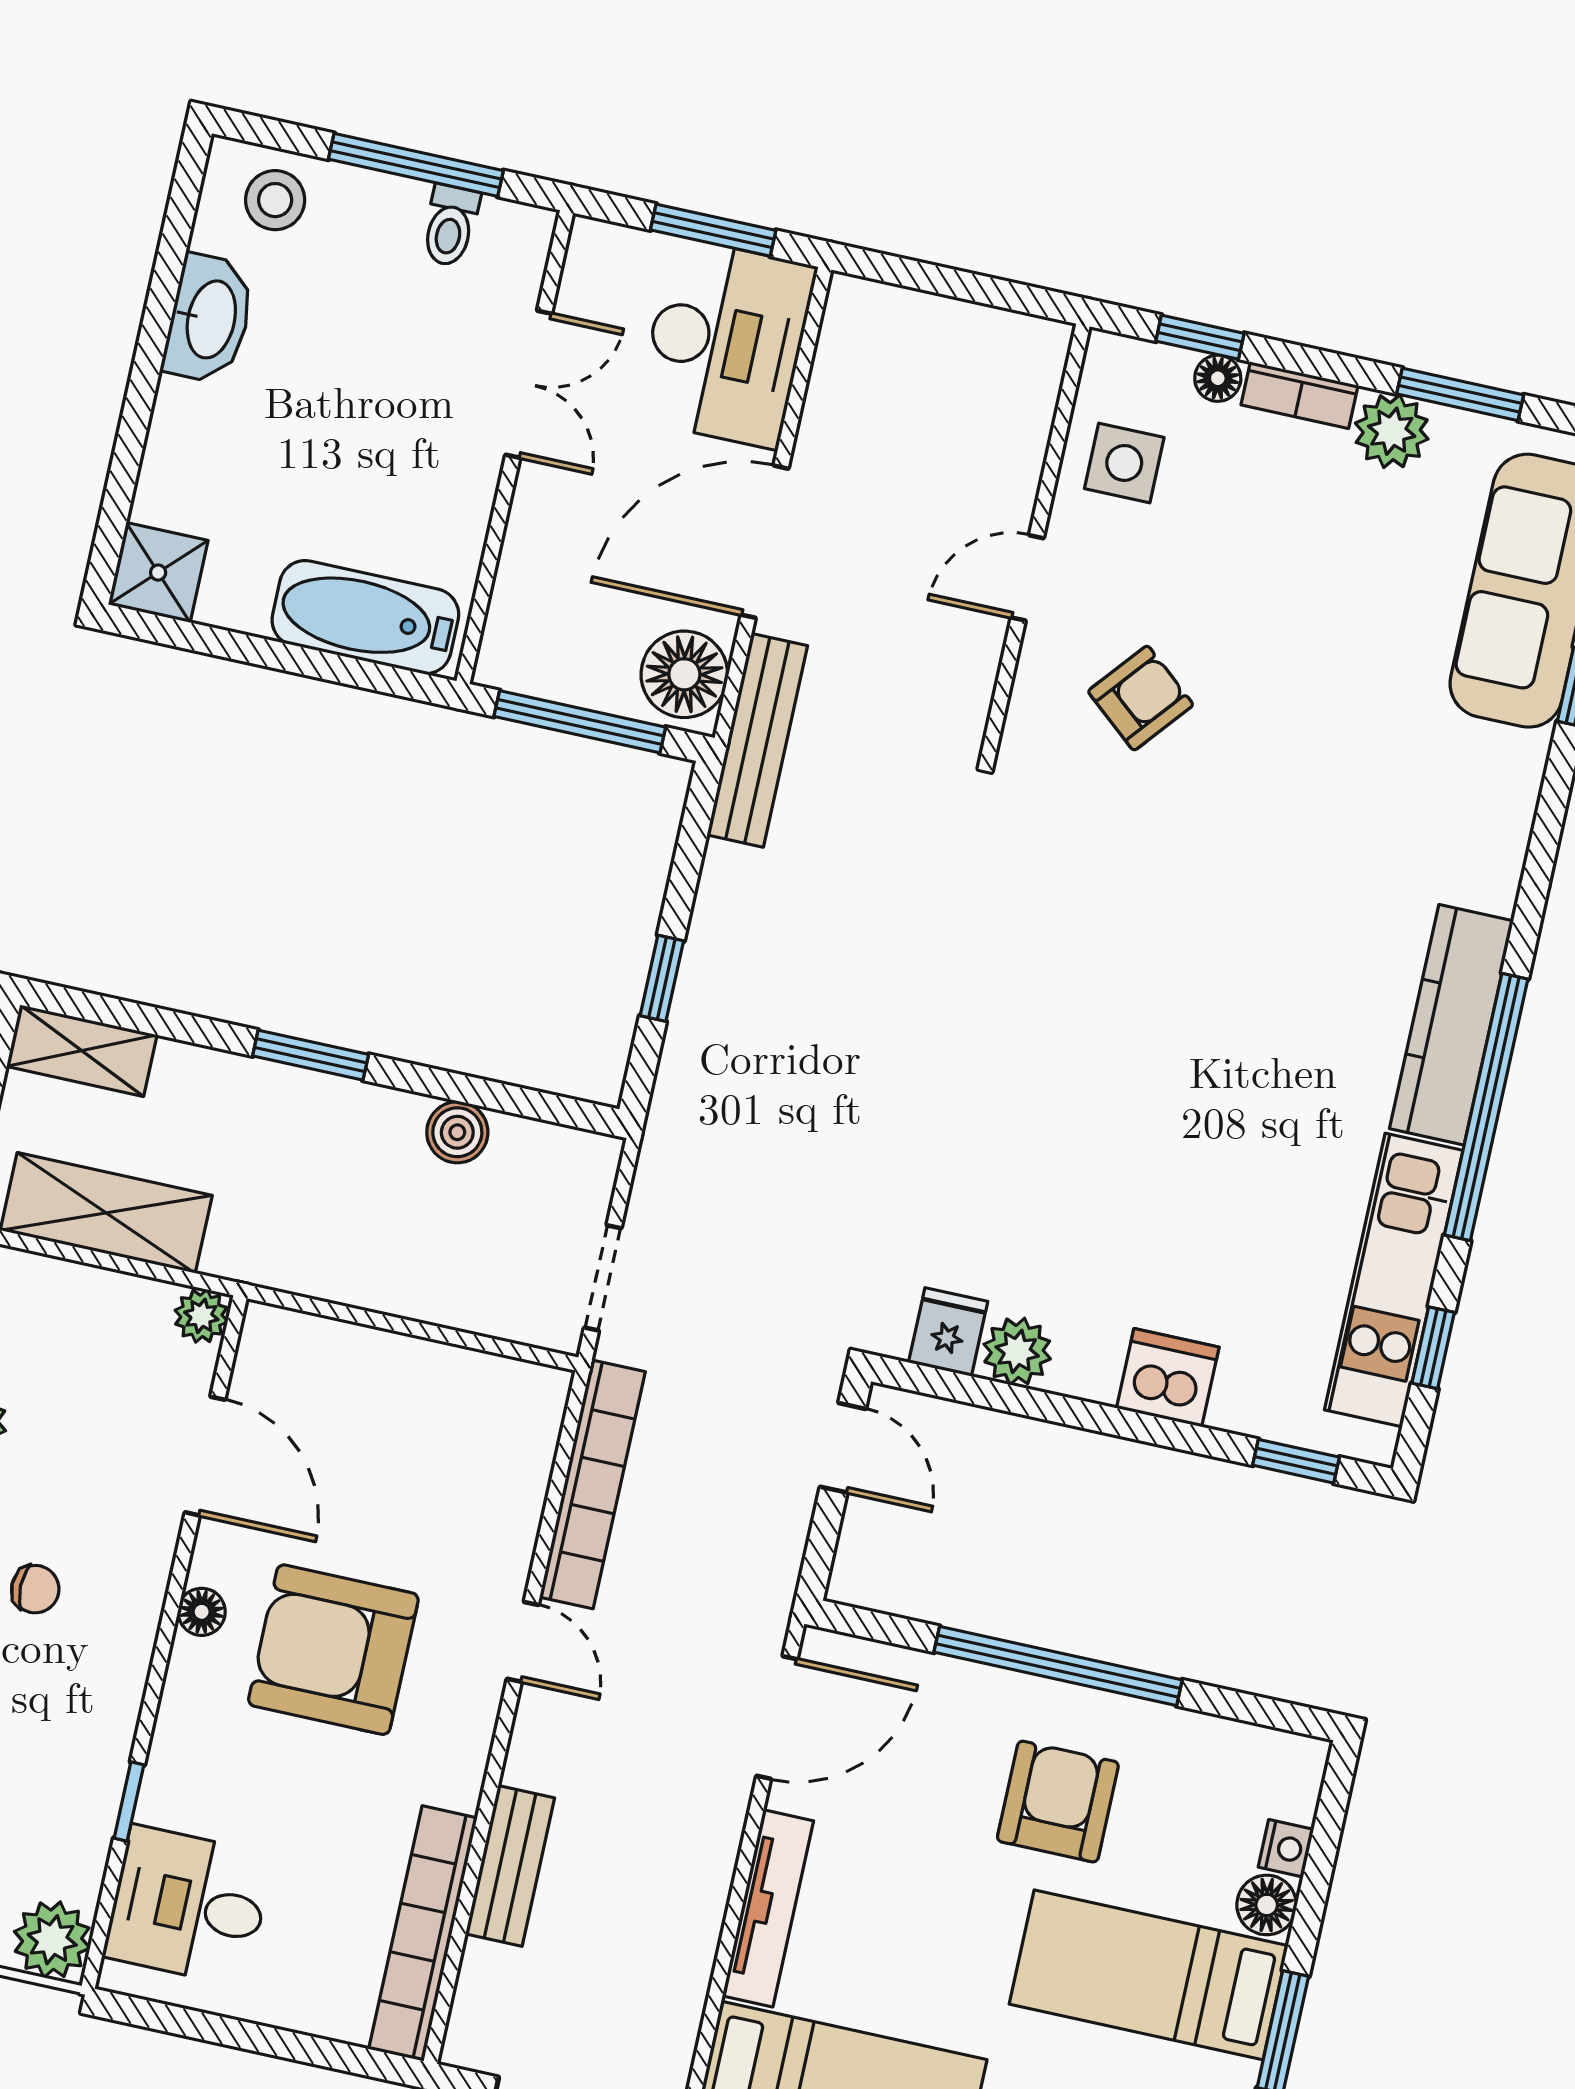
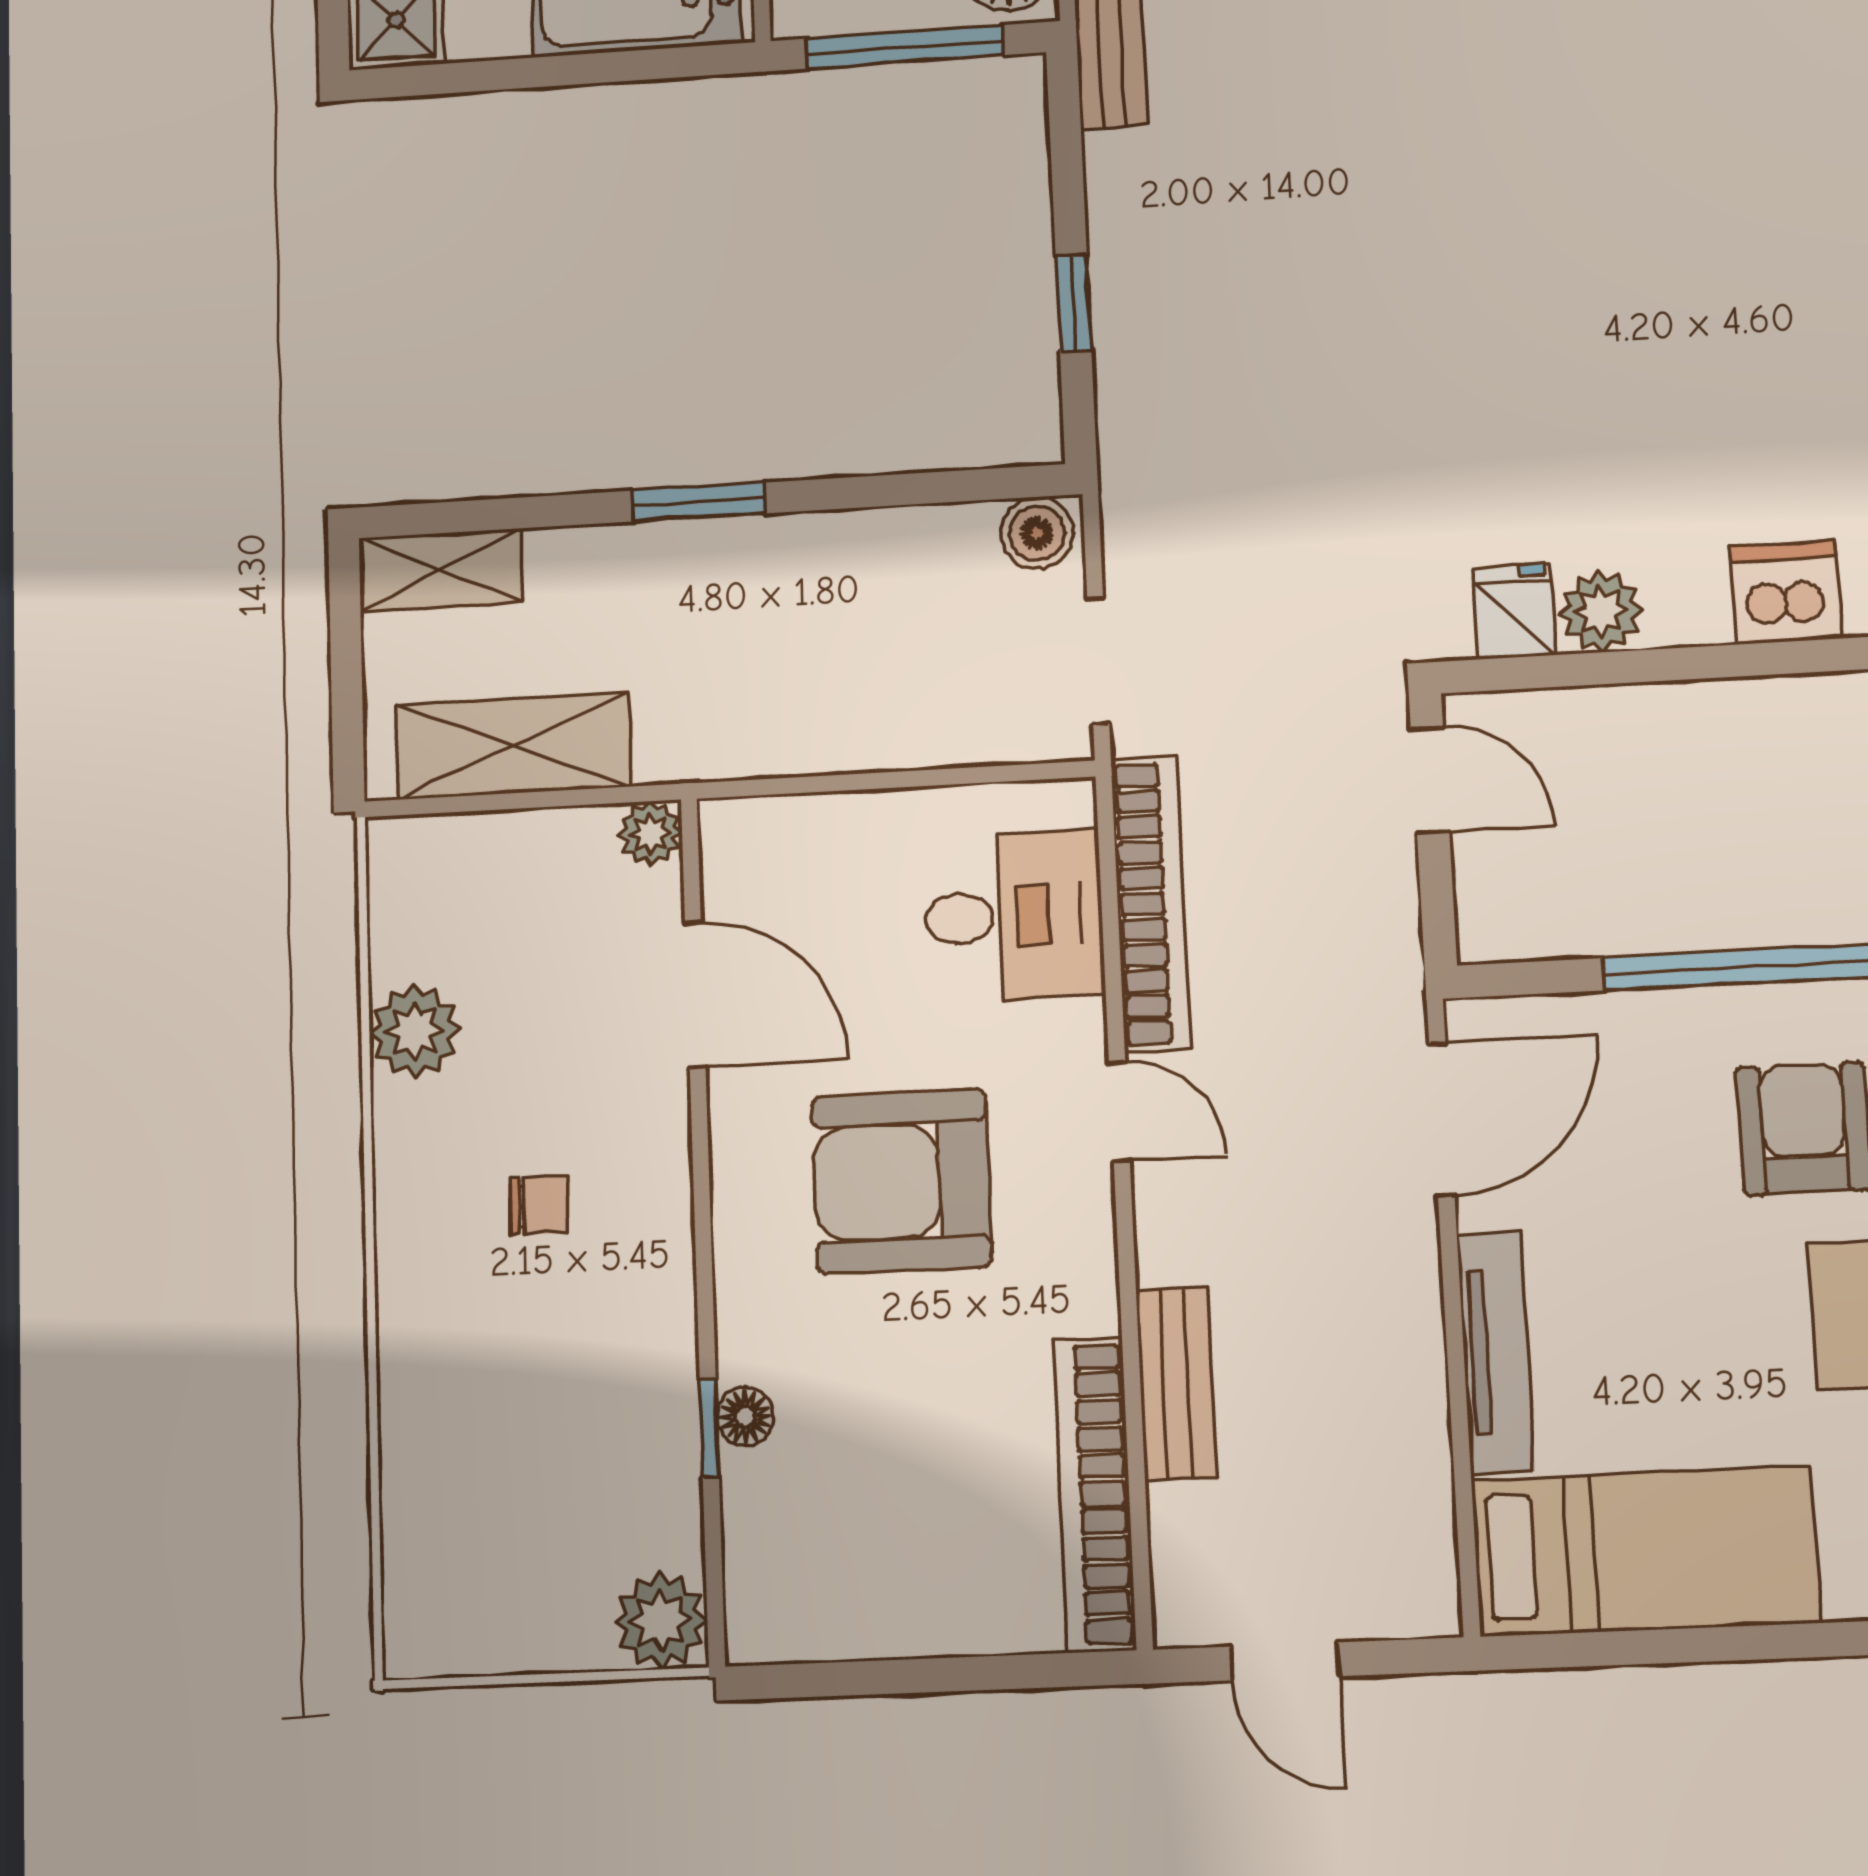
boiler: (457, 1132) -> (1037, 533), moved
floor lamp: (202, 1612) -> (745, 1417), moved
desk: (188, 1906) -> (1014, 916), moved, turned 180

